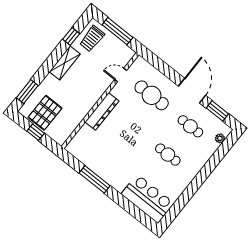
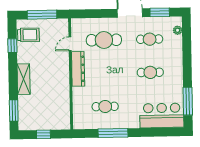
trolley: (92, 39) -> (28, 35), turned -90
shelving: (65, 63) -> (24, 79), moved
dresser: (102, 111) -> (78, 69), moved
pallet: (45, 113) -> (39, 115), removed
cafe table: (106, 152) -> (105, 107), added
window: (179, 205) -> (188, 101), added

